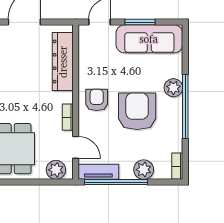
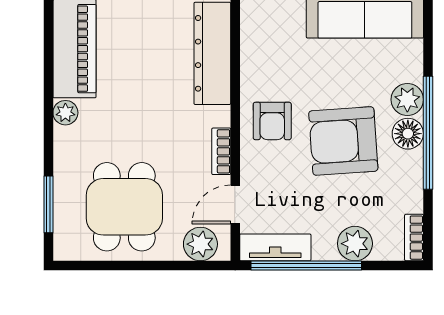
armchair: (97, 100) -> (272, 121), turned 180
floor lamp: (174, 107) -> (408, 134), added
armchair: (137, 111) -> (343, 141), turned -94
door: (76, 147) -> (235, 204), swing flipped

